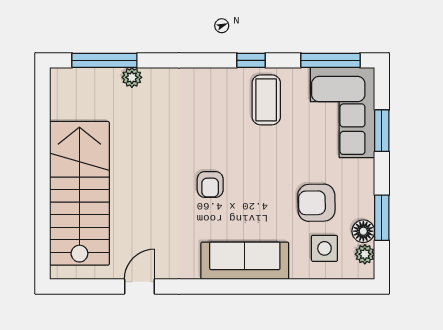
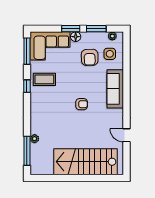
window: (382, 131) -> (71, 29), moved
floor lamp: (363, 231) -> (76, 37), moved

